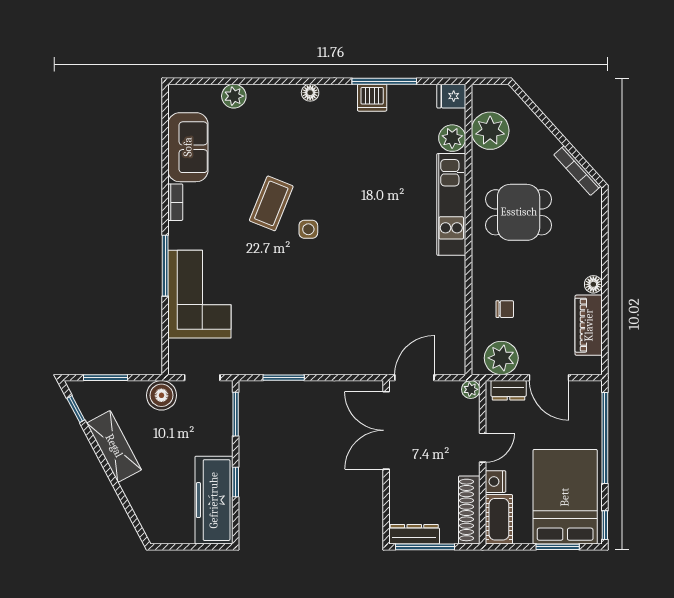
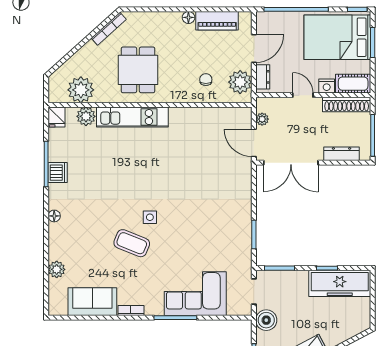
plant: (471, 389) -> (262, 119), moved
dresser: (414, 534) -> (342, 154), moved, turned 90

